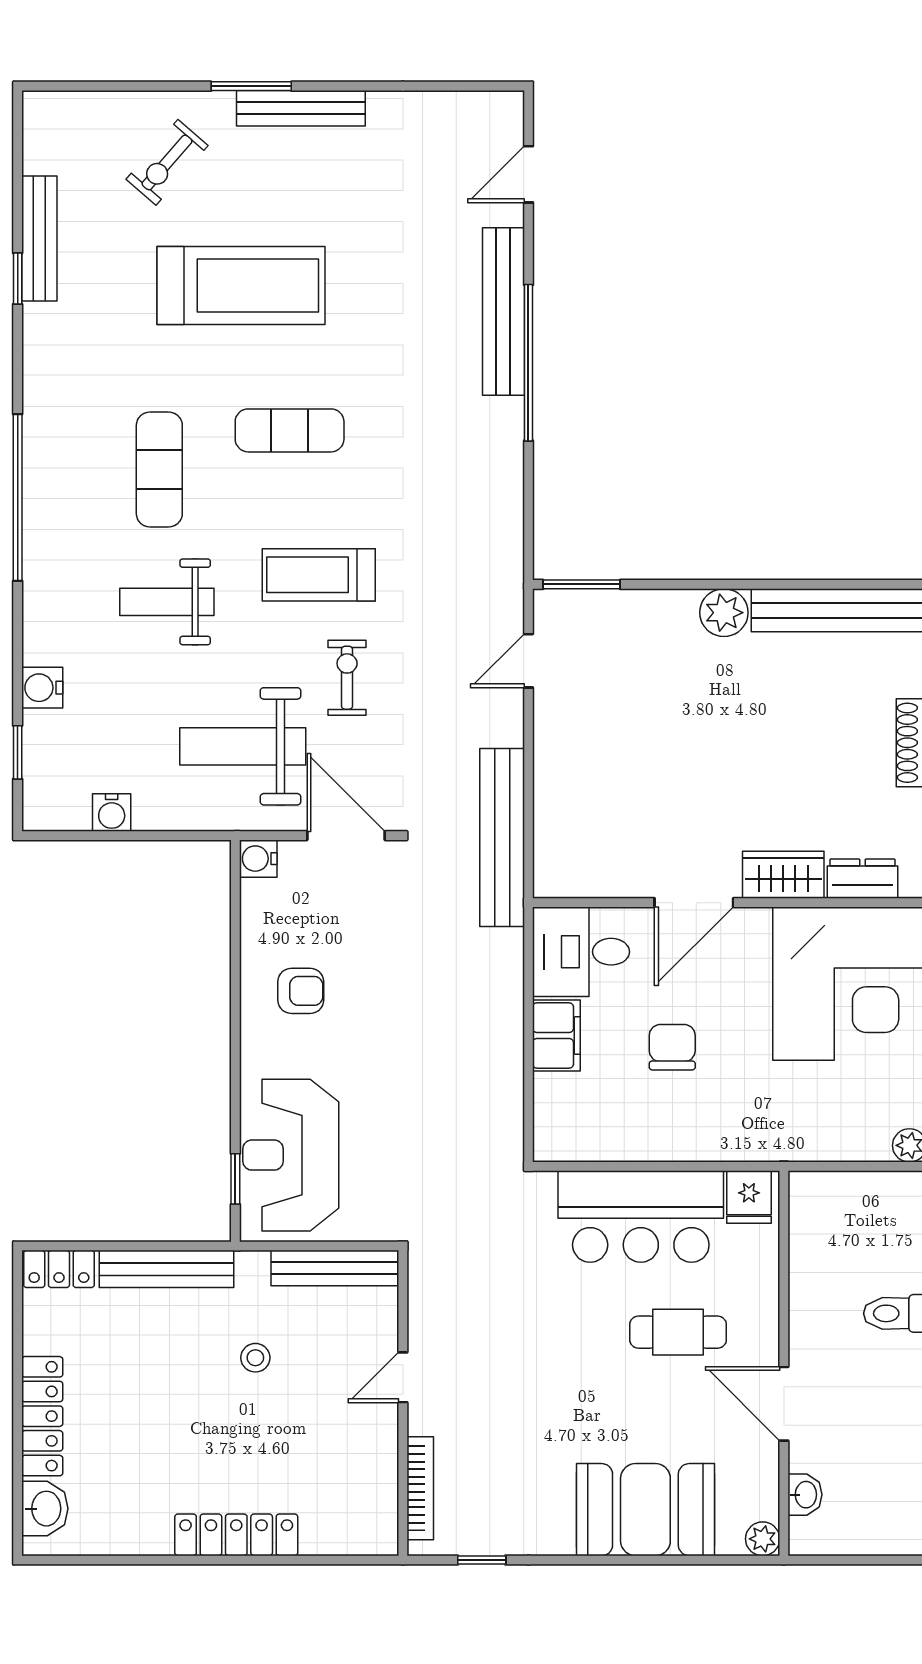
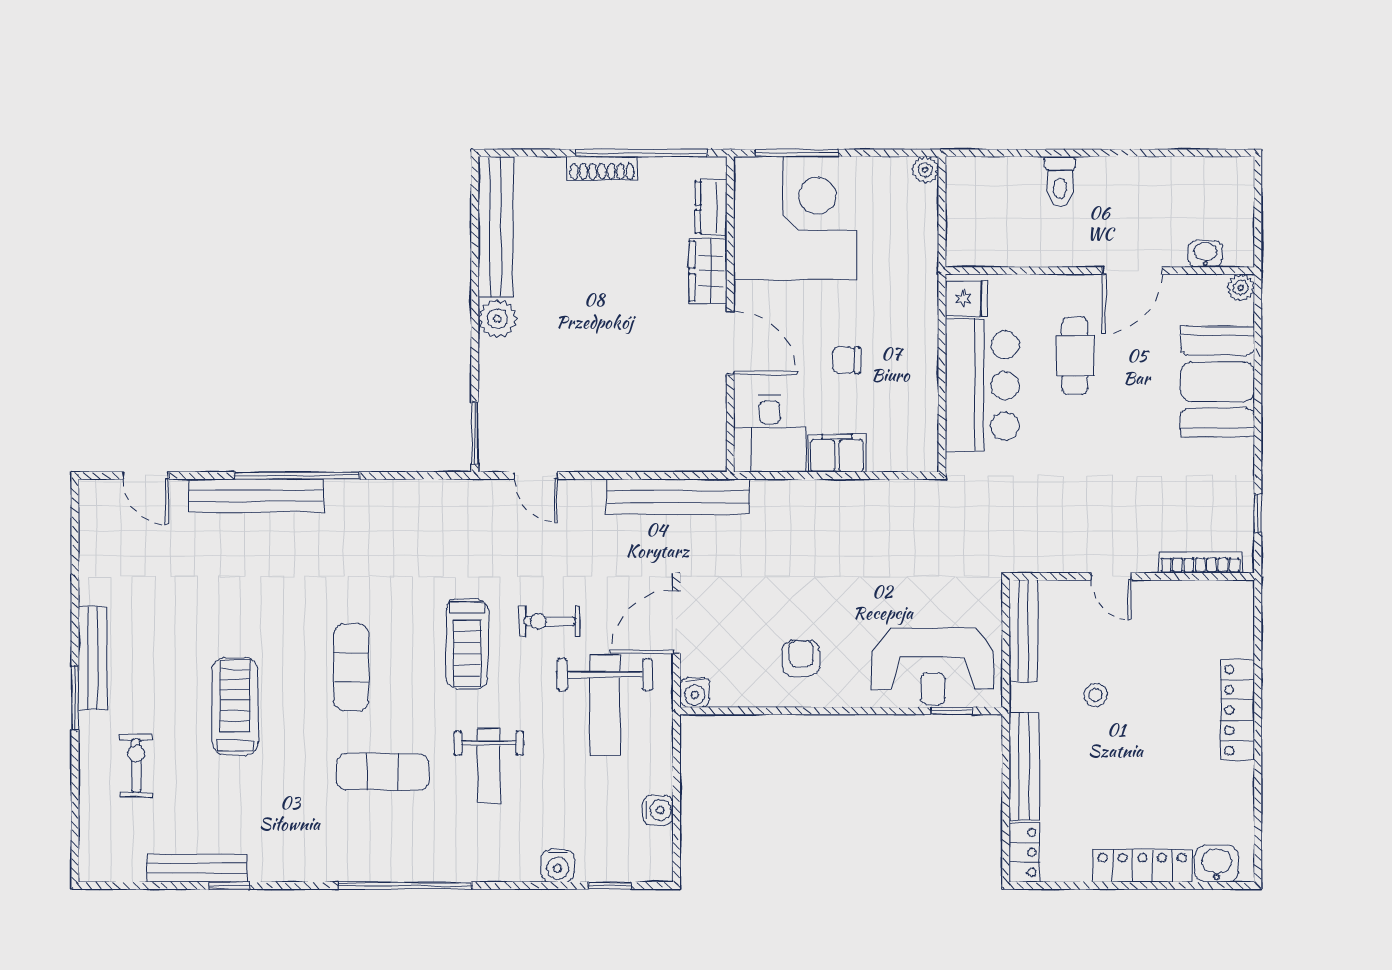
exercise bike: (167, 162) -> (136, 766), turned -131
treadmill: (241, 286) -> (235, 706), width x0.73, depth x0.73
chair: (672, 1047) -> (846, 360), width x0.73, depth x0.73

